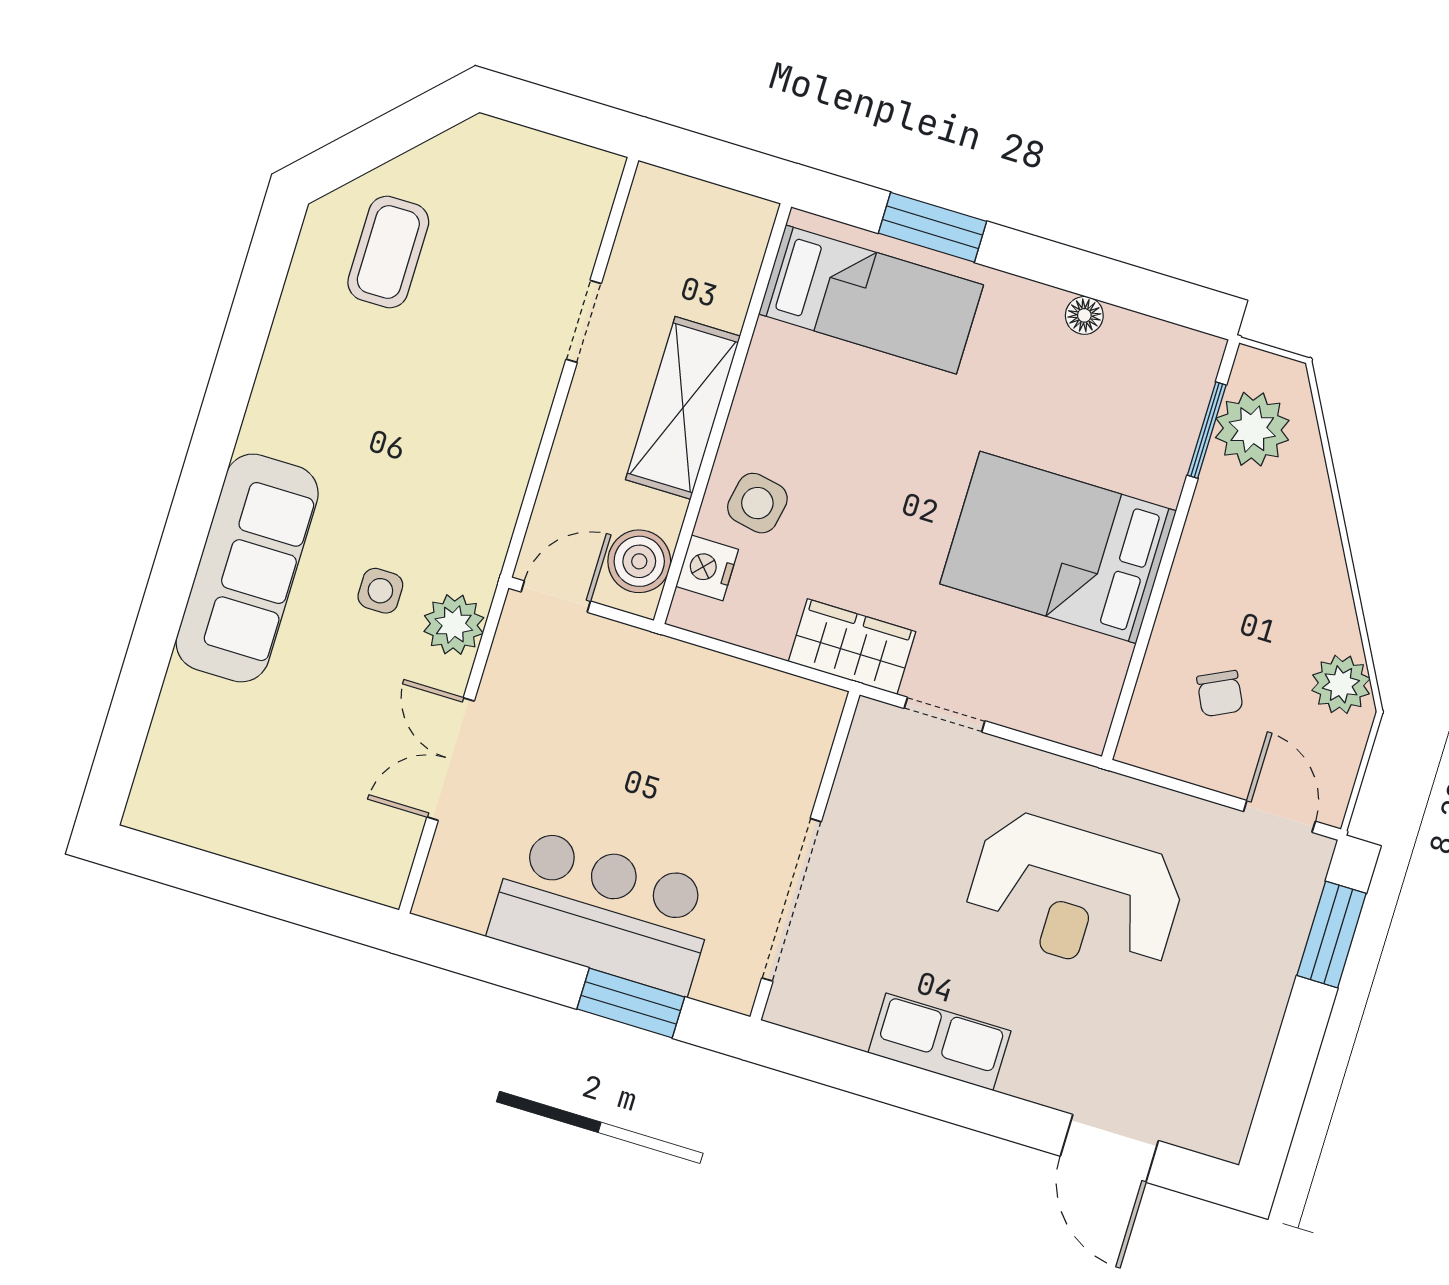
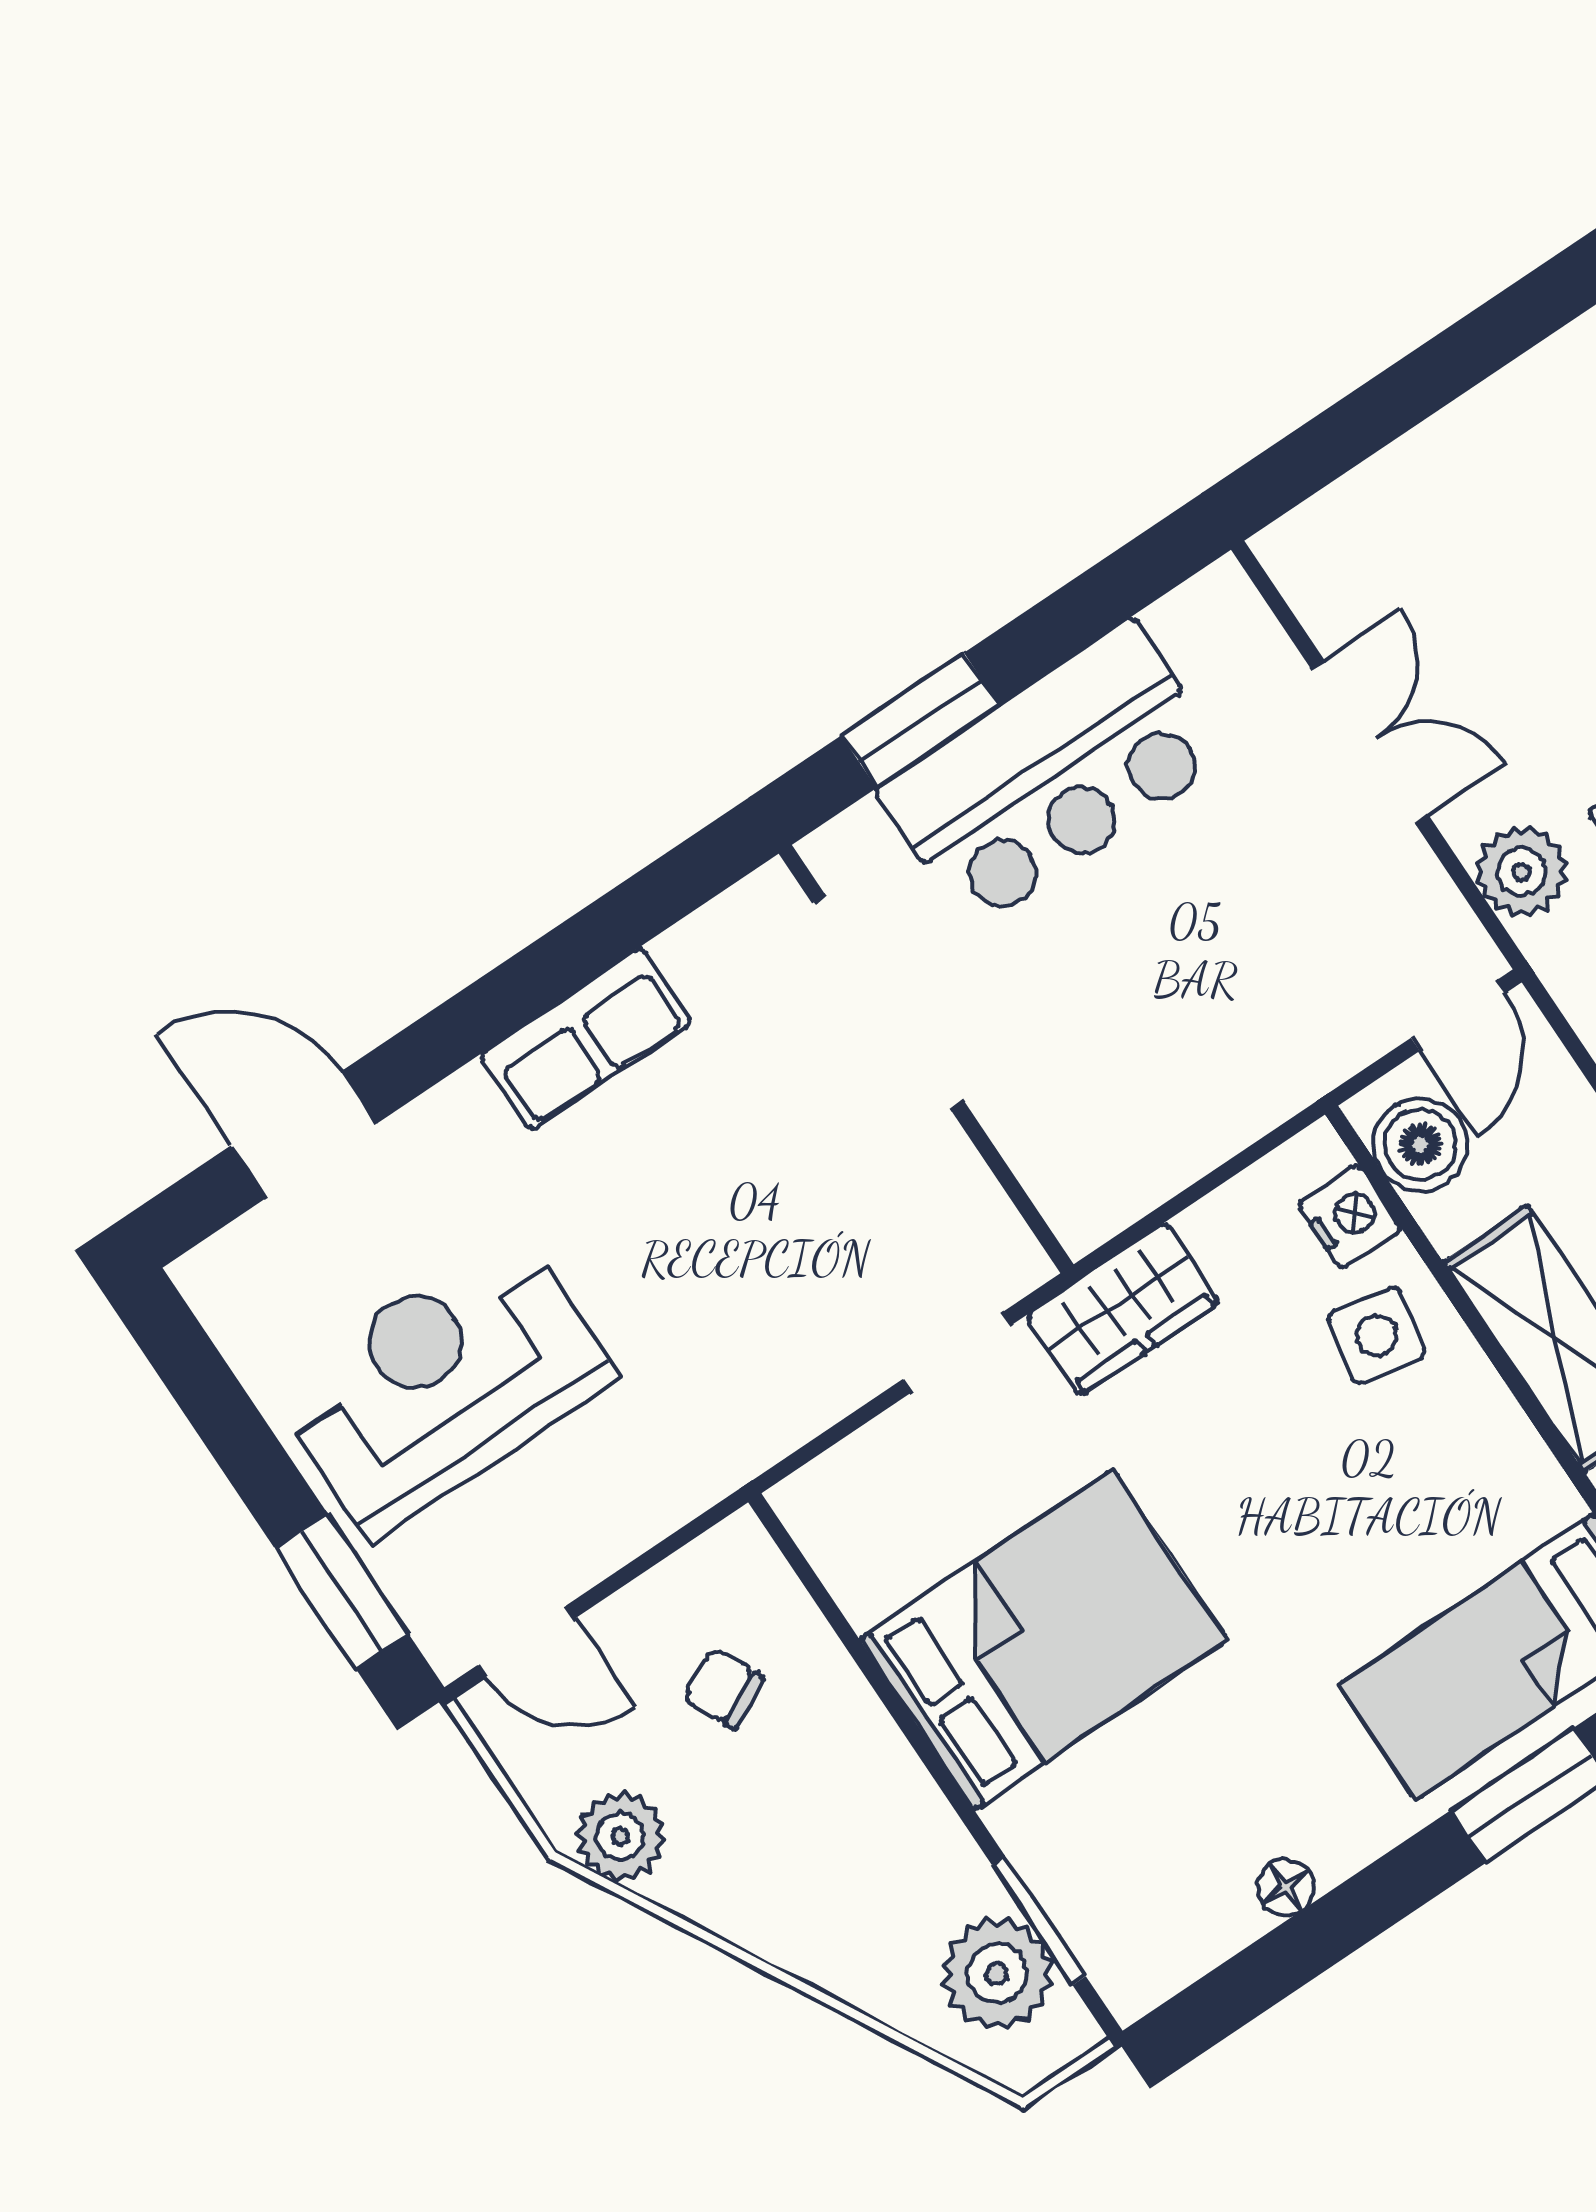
reception desk: (1075, 895) -> (443, 1383), moved

